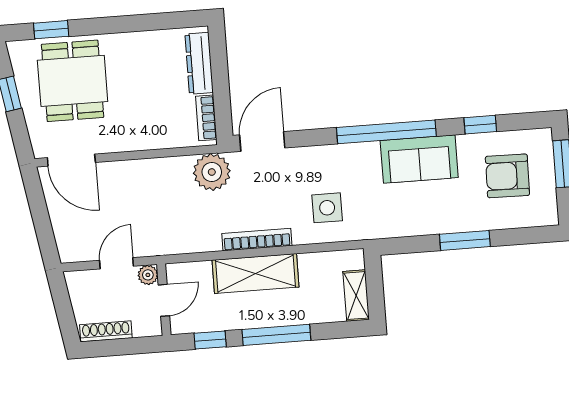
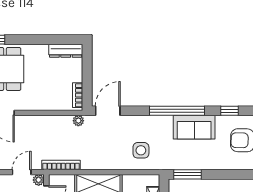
dresser: (199, 63) -> (66, 51), moved, turned -90
plant: (212, 172) -> (78, 121), width x0.53, depth x0.53
bookcase: (257, 240) -> (61, 165), moved
window: (465, 240) -> (188, 174), moved

